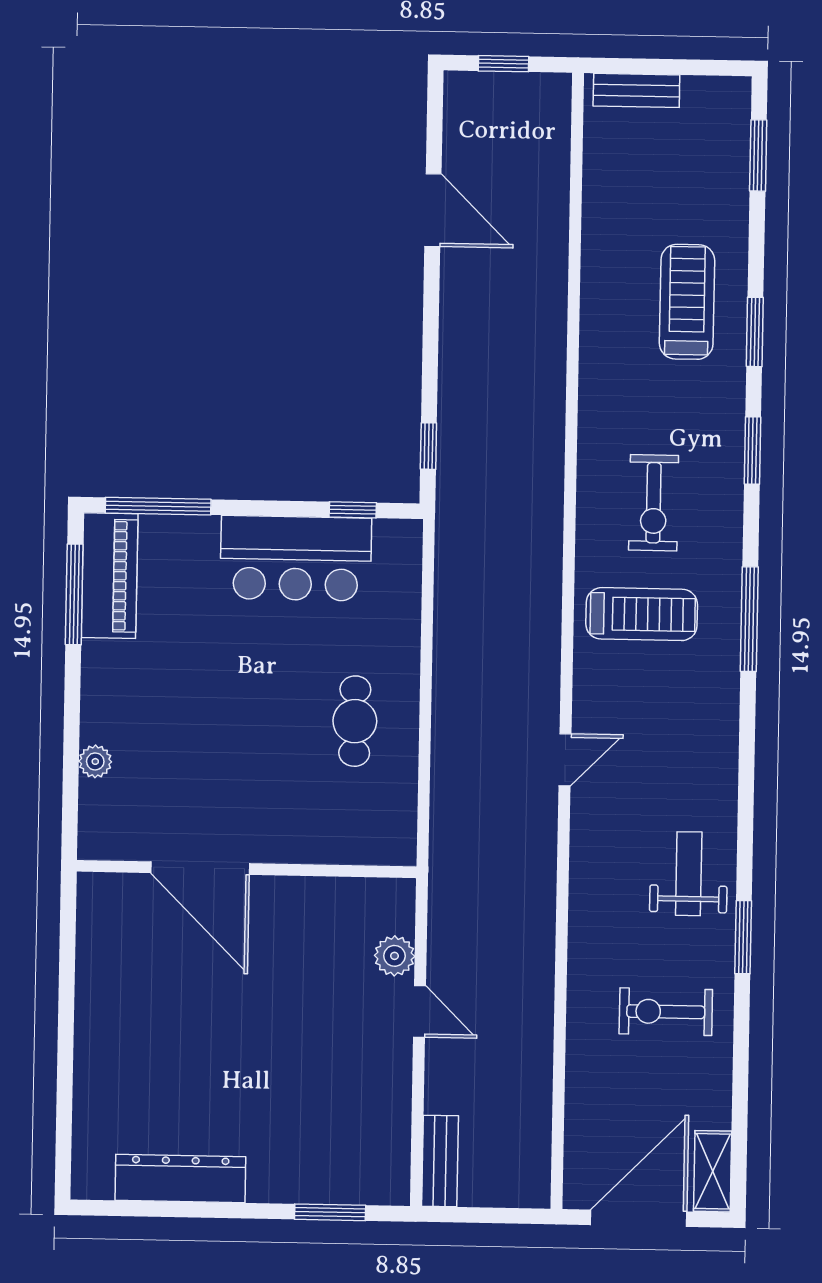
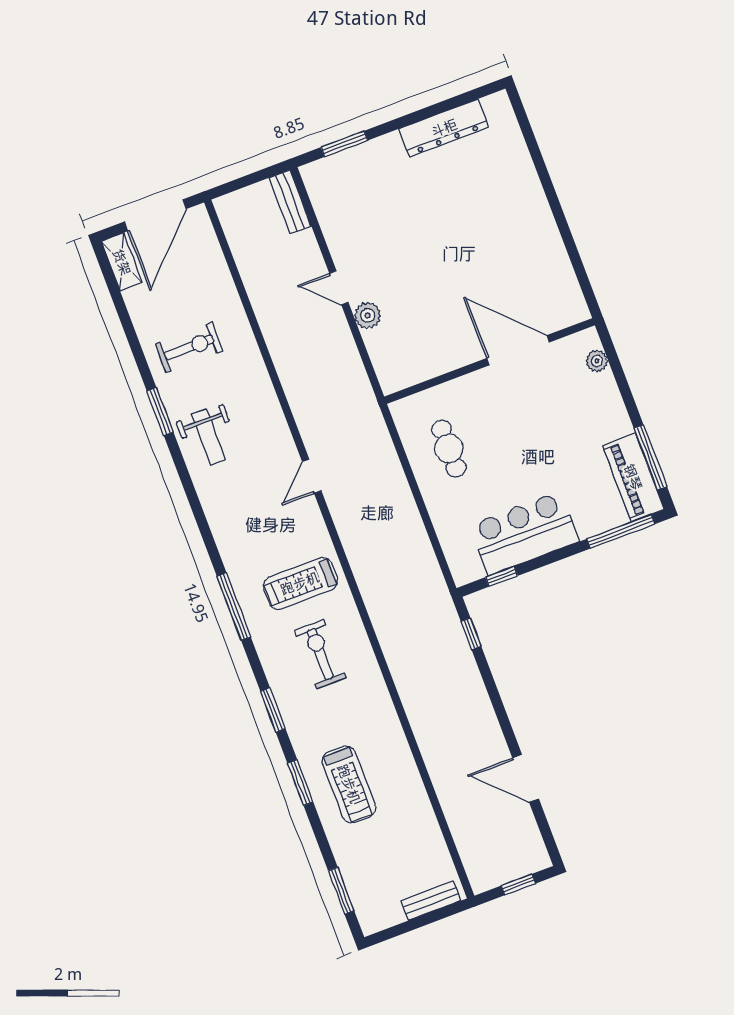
door: (200, 868) -> (518, 350), moved
wall: (247, 869) -> (490, 361), moved

